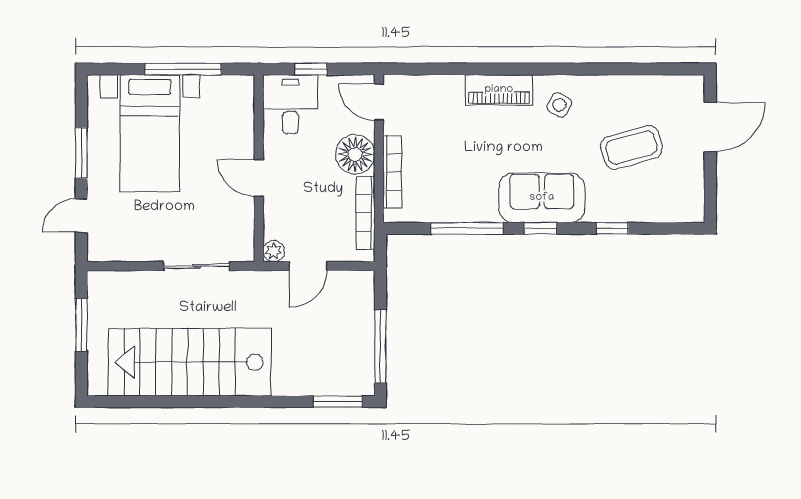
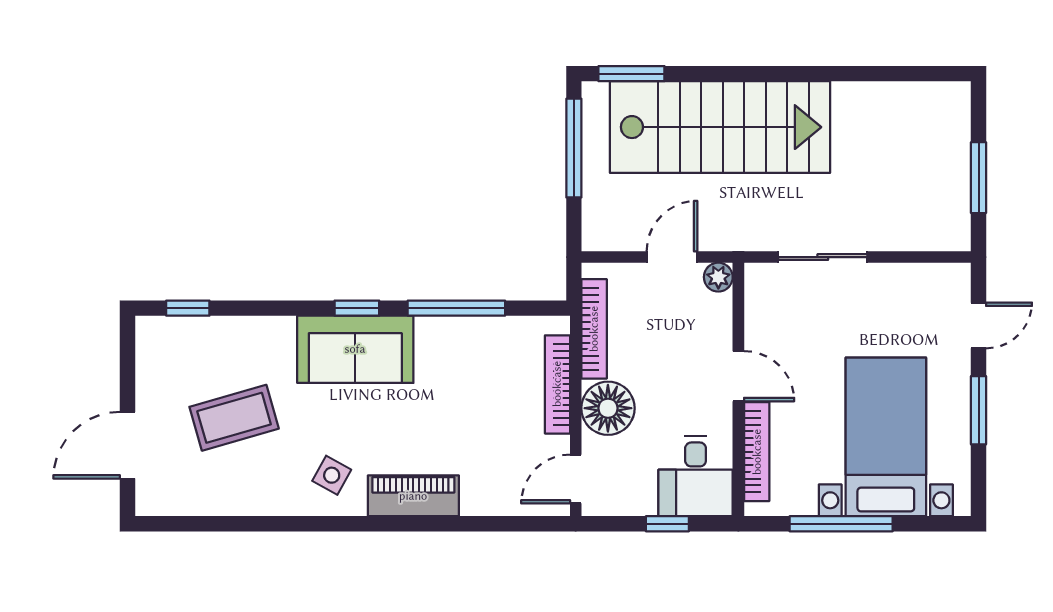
door: (379, 102) -> (576, 479), swing flipped
bookcase: (245, 122) -> (757, 452), added
window: (612, 228) -> (188, 308), moved
stairs: (190, 362) -> (720, 127), moved

